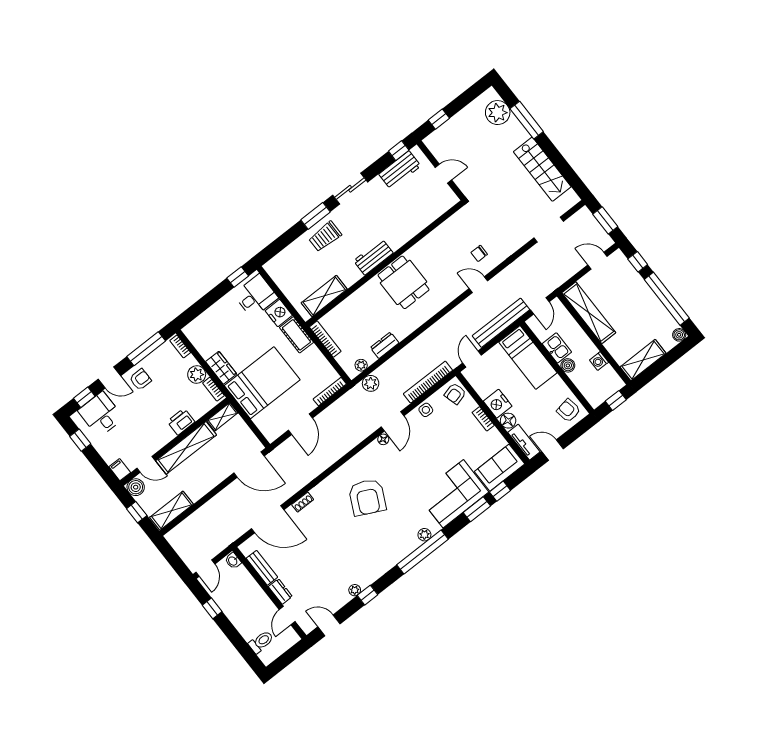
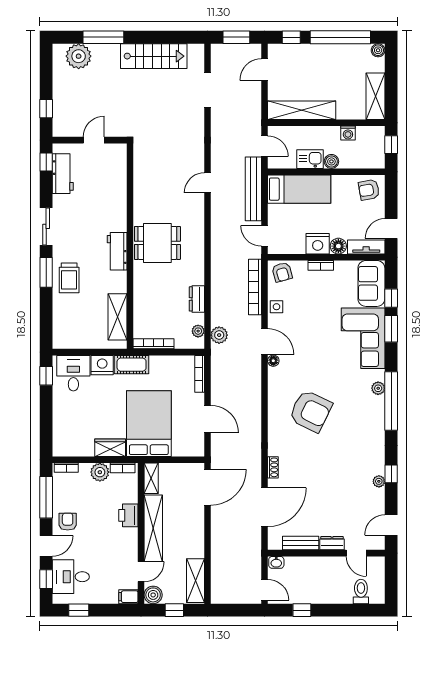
chair: (479, 253) -> (182, 162), removed

